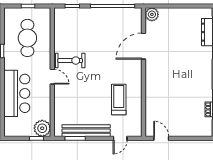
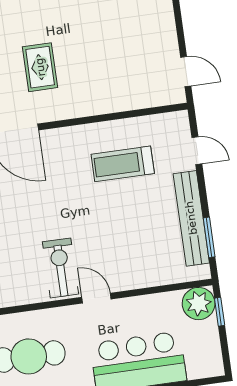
rug: (174, 64) -> (40, 67), added
door: (52, 77) -> (96, 298), hinge flipped
door: (161, 138) -> (186, 72), swing flipped

